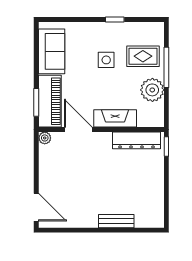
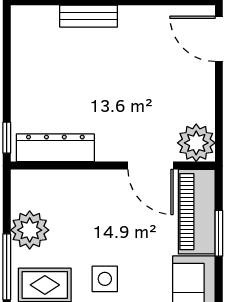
window: (36, 102) -> (219, 233), moved
fireplace: (115, 118) -> (90, 184), removed
plant: (45, 138) -> (196, 143), width x1.88, depth x1.88

